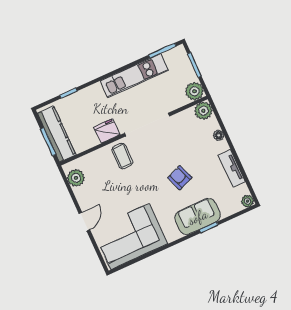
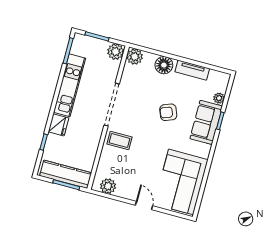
fridge: (107, 131) -> (58, 125), moved, turned 180
floor lamp: (219, 135) -> (164, 65), width x1.89, depth x1.89
plant: (248, 201) -> (219, 98), moved

